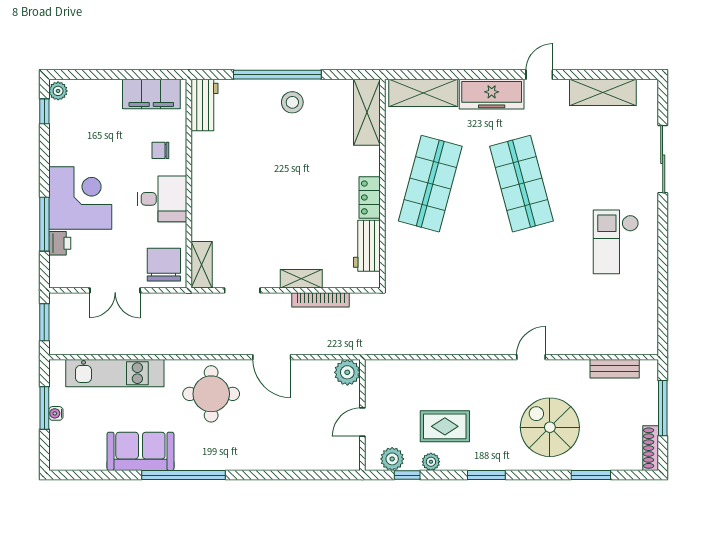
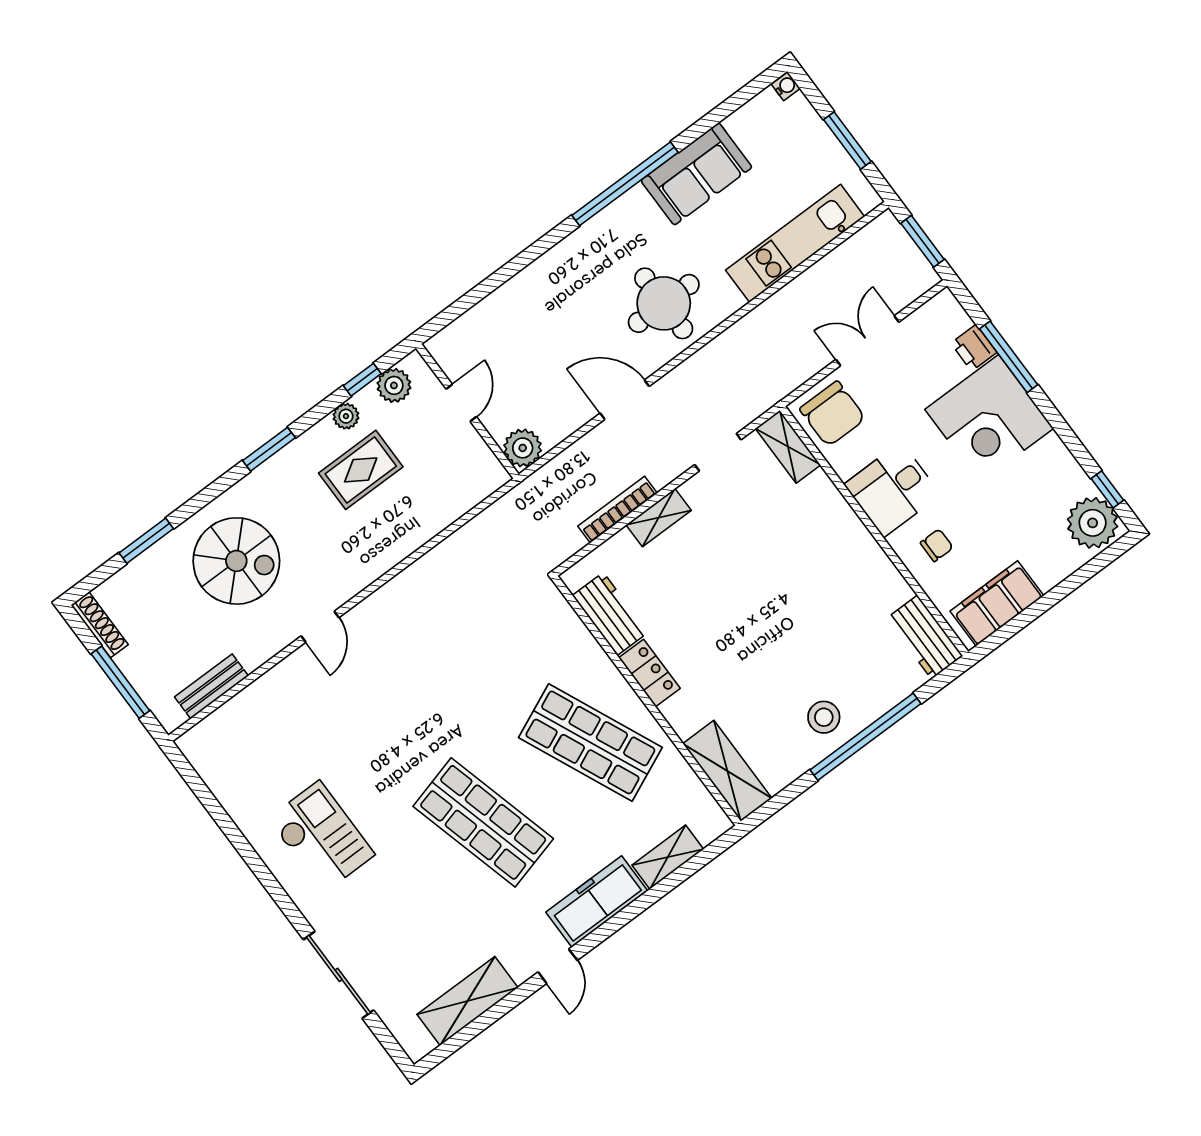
plant: (58, 91) -> (1093, 523), width x1.87, depth x1.87
shelving: (423, 93) -> (668, 857), width x0.67, depth x0.75
shop shelf: (430, 184) -> (590, 742), turned -39
water cooler: (56, 413) -> (786, 86), moved

